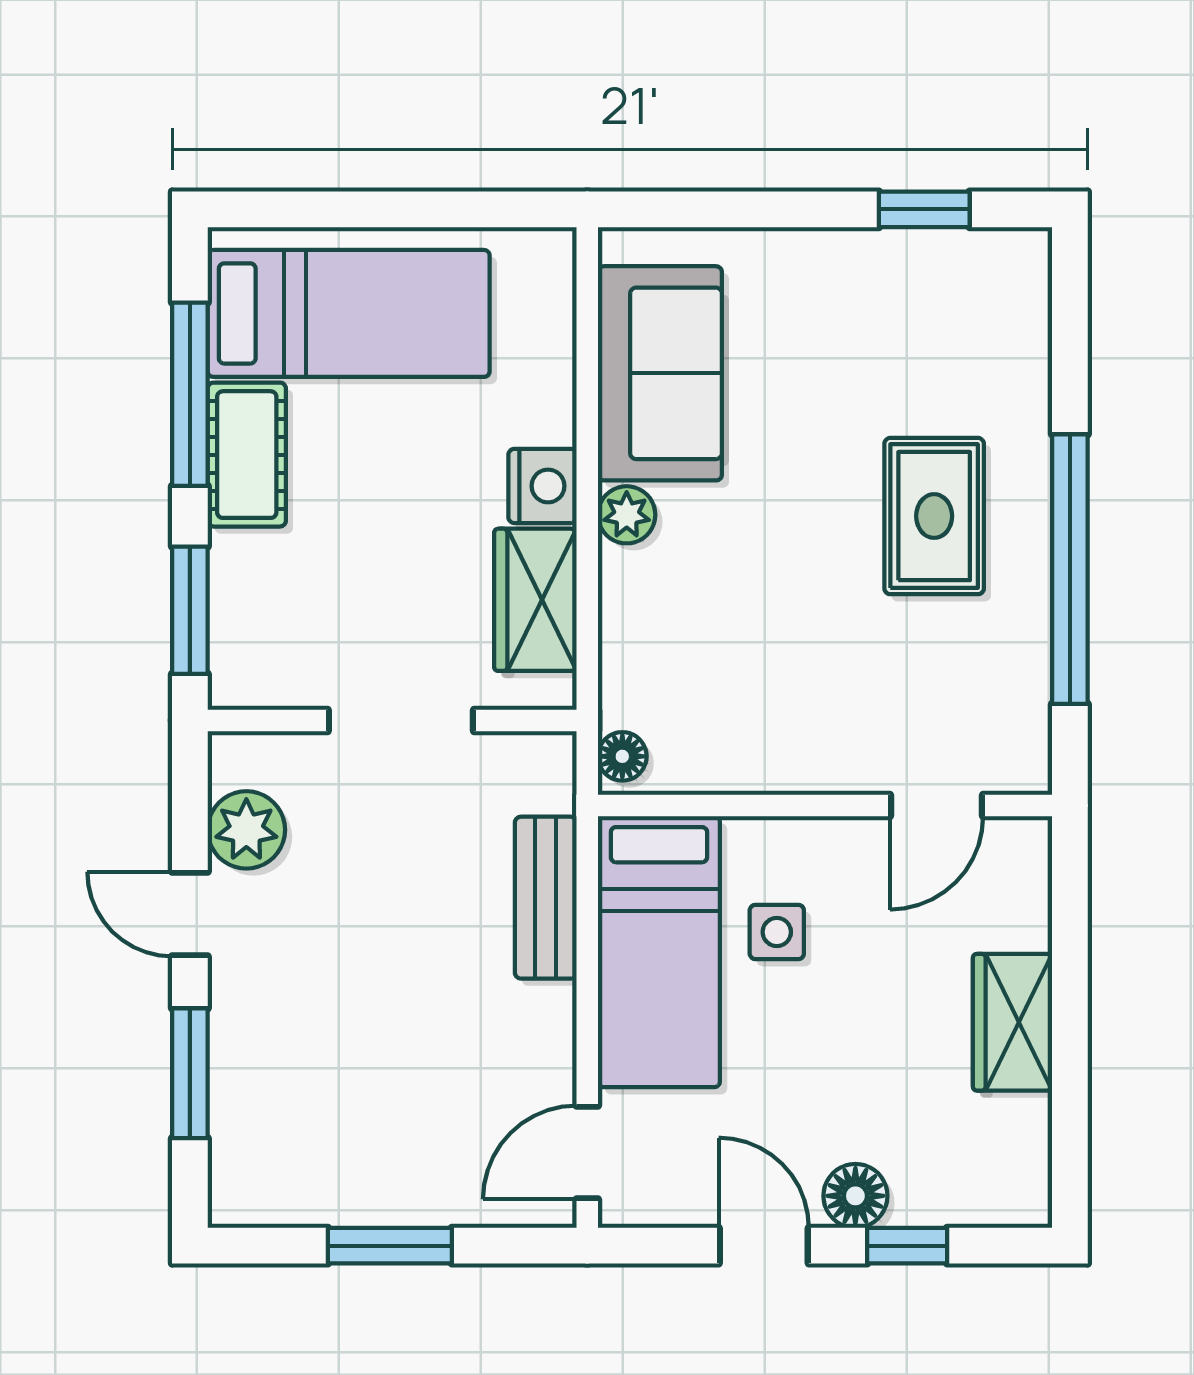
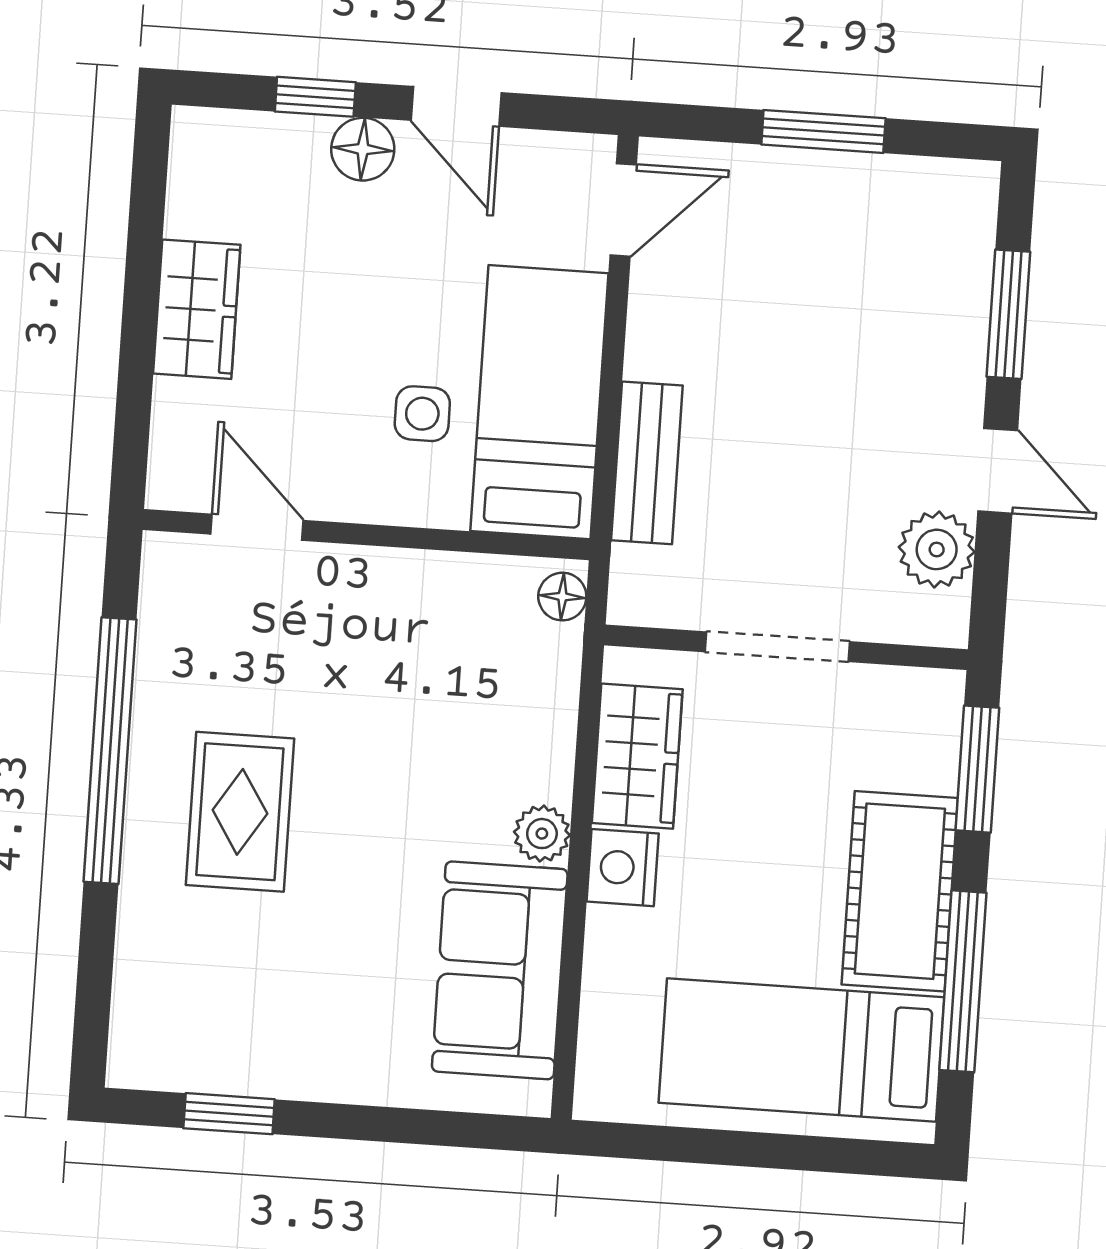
cot: (247, 455) -> (900, 891), width x1.37, depth x1.34
door: (936, 806) -> (257, 527), hinge flipped

